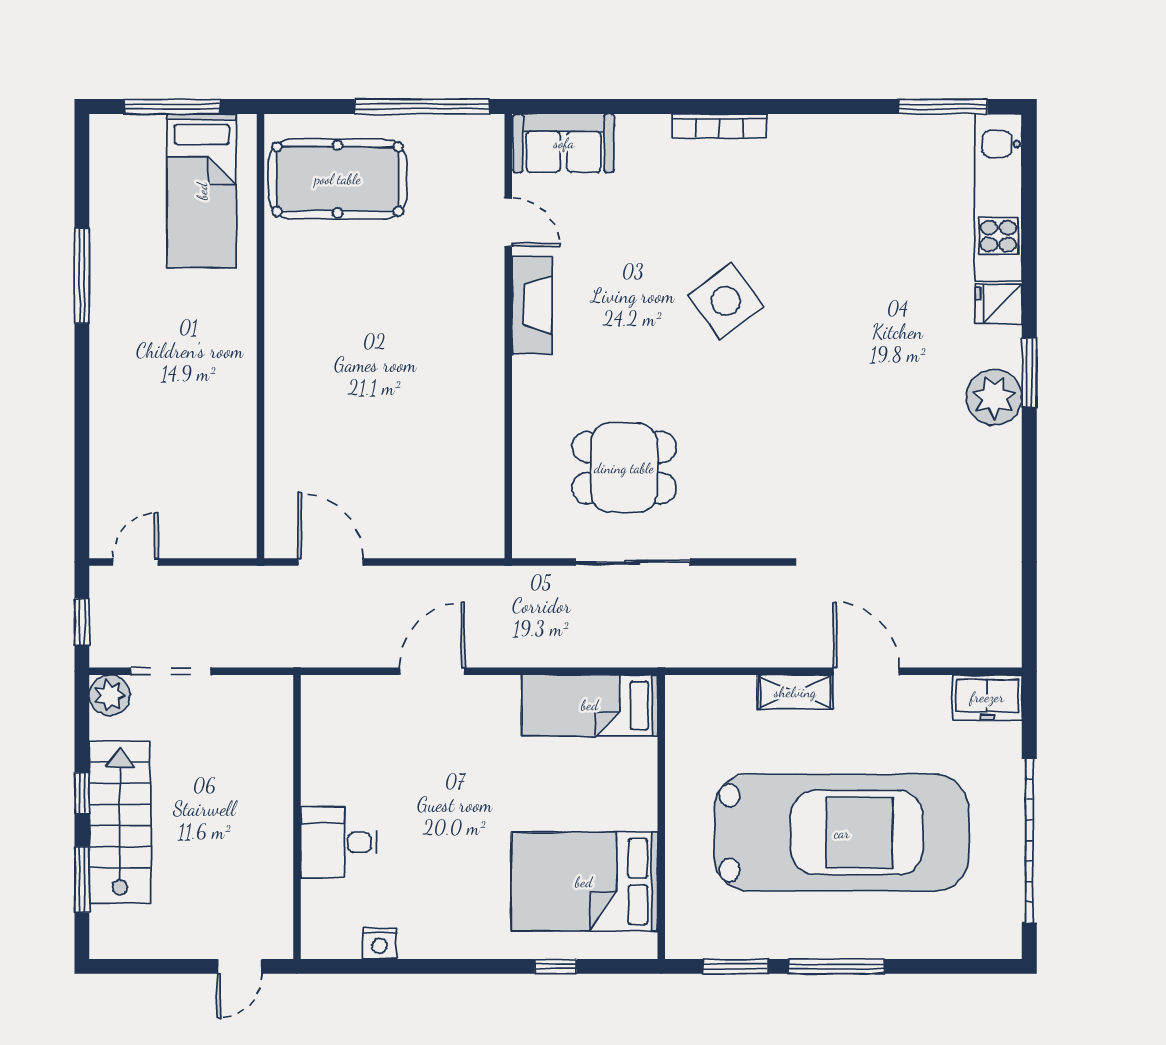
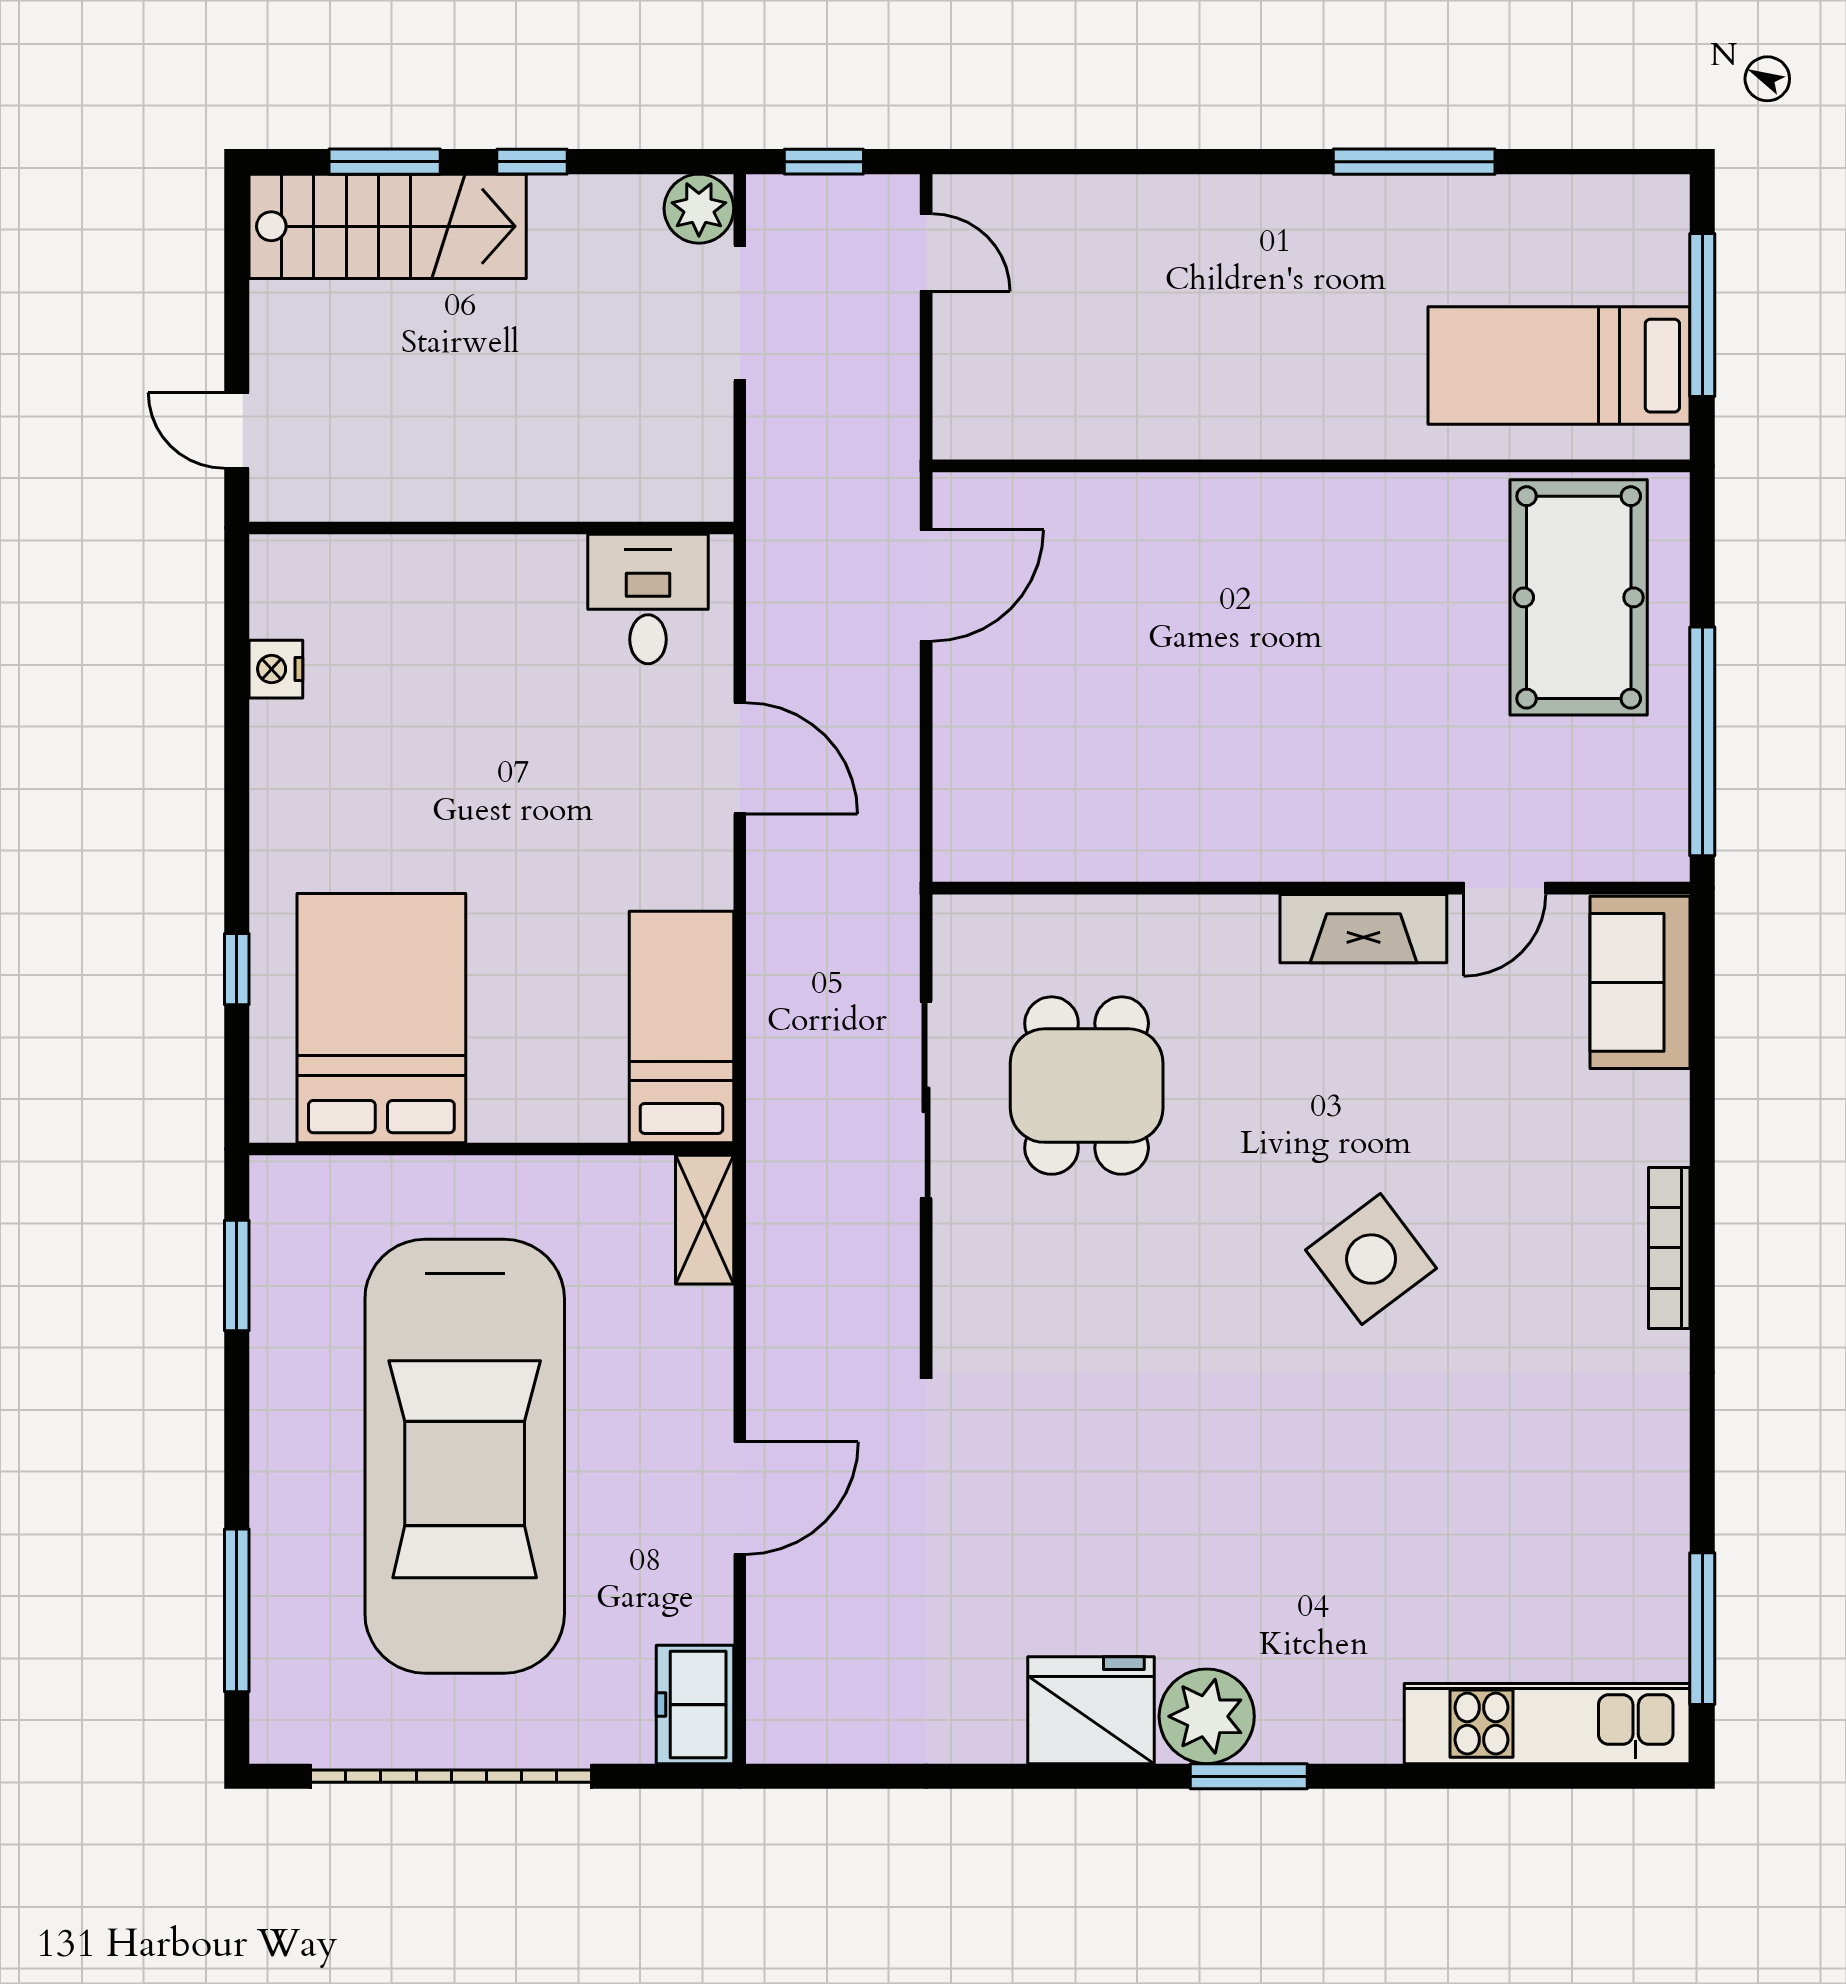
fridge: (999, 304) -> (1091, 1710), moved, width x1.88, depth x1.34
shelving: (795, 692) -> (705, 1220), moved
stairs: (120, 822) -> (388, 226), moved
desk: (339, 842) -> (648, 599), moved
window: (837, 966) -> (237, 1610), moved

